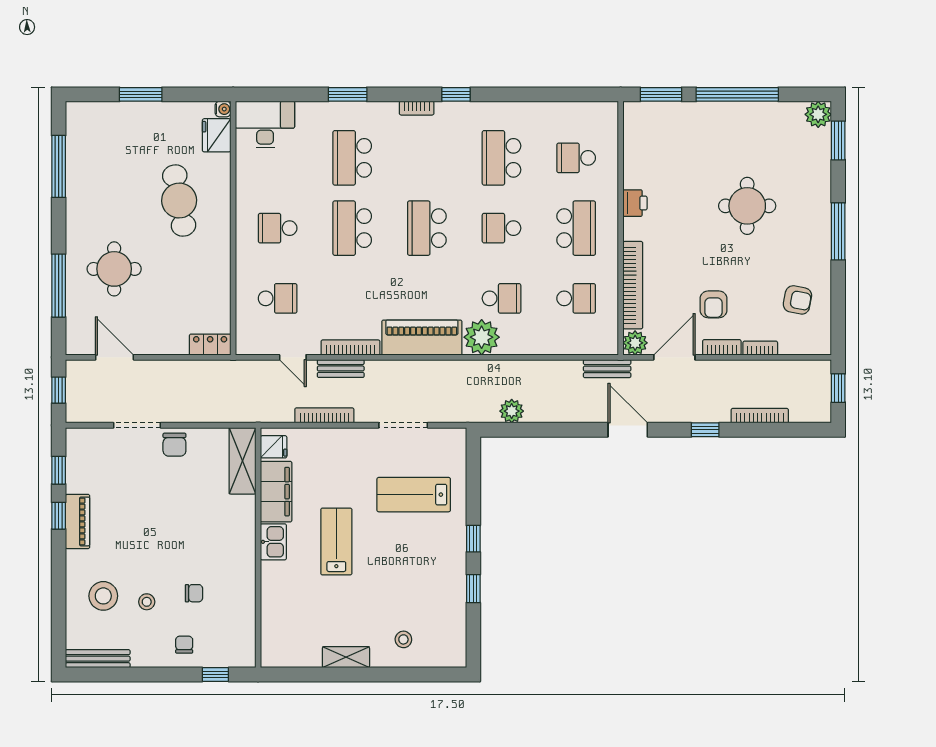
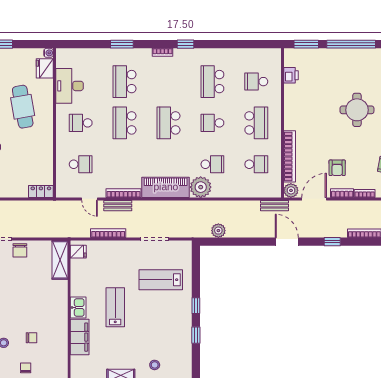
desk: (265, 124) -> (69, 86), moved, turned -90
printer: (635, 203) -> (291, 75), moved
filing cabinet: (276, 492) -> (80, 337), moved

